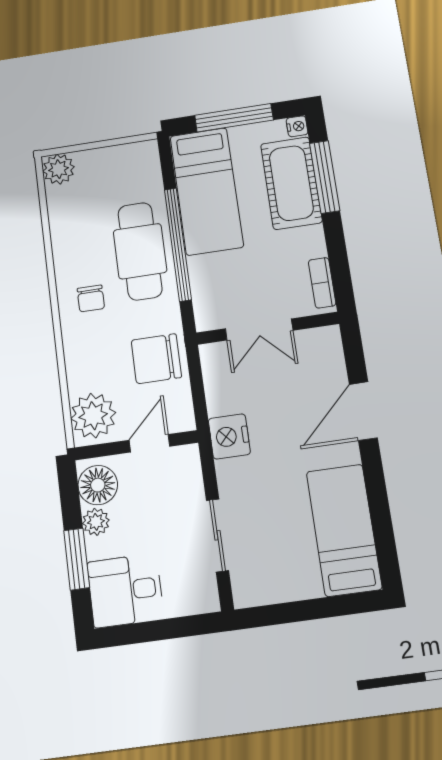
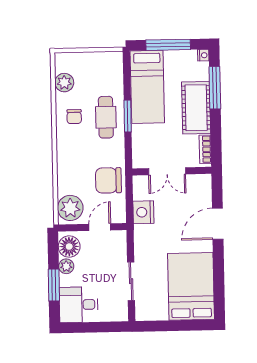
plant: (59, 169) -> (64, 83), moved
cot: (291, 183) -> (196, 108), moved
window: (178, 244) -> (128, 116), width x0.47
cafe table: (140, 251) -> (106, 117), width x0.73, depth x0.74
chair: (91, 298) -> (74, 117), moved
nightstand: (229, 436) -> (143, 212), moved
bed: (344, 530) -> (191, 286), width x1.50

